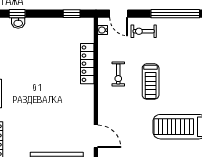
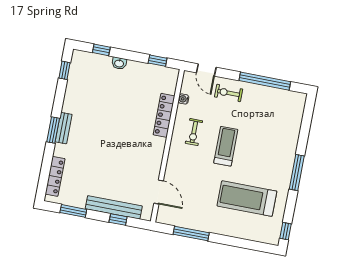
washbasin: (18, 23) -> (119, 63), moved
water cooler: (103, 30) -> (183, 99), moved
treadmill: (151, 82) -> (226, 146), turned 180

